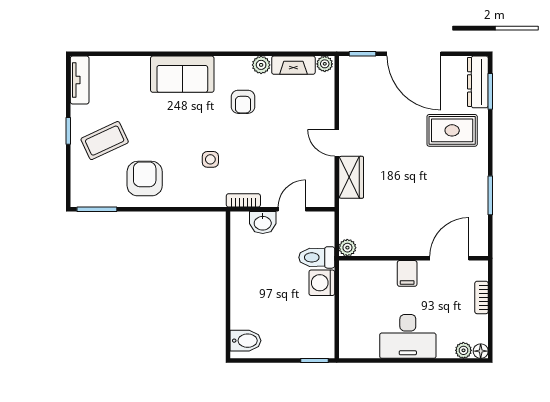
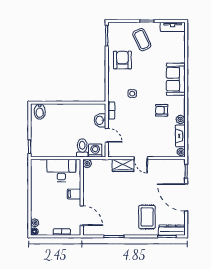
door: (414, 54) -> (186, 197), hinge flipped
door: (337, 143) -> (141, 158), swing flipped
armchair: (145, 179) -> (122, 60), turned -90
washing machine: (322, 283) -> (95, 150), moved
desk: (408, 336) -> (61, 170), moved, turned 90

